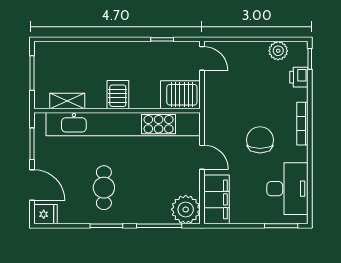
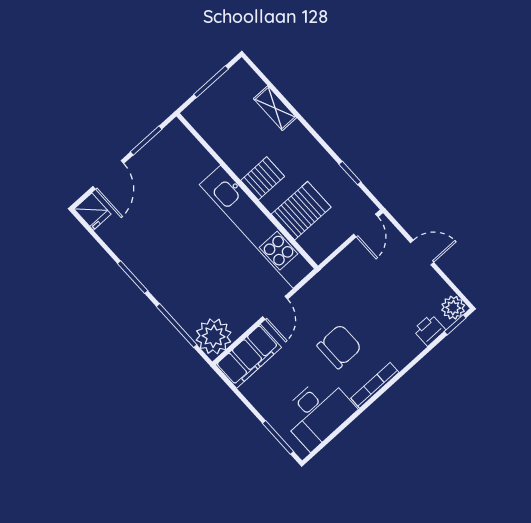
door: (249, 39) -> (422, 253), added
plant: (278, 51) -> (453, 308), moved
server rack: (180, 95) -> (301, 211), moved, turned 90
shelving: (67, 101) -> (275, 108), moved
kitchen unit: (123, 124) -> (257, 227), width x0.73
bookcase: (302, 124) -> (375, 385), moved
cafe table: (104, 188) -> (166, 243), removed

